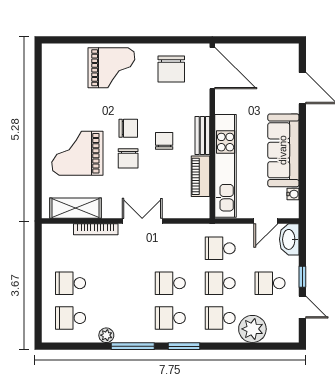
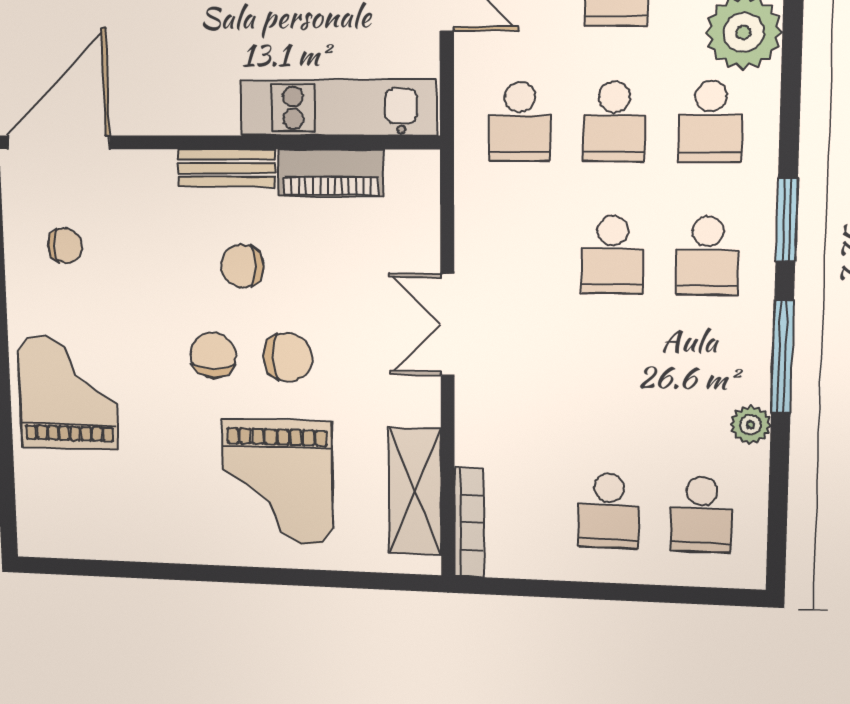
chair: (171, 69) -> (65, 246), width x0.54, depth x0.54
kitchen unit: (226, 166) -> (338, 108), width x0.73
bookcase: (96, 229) -> (469, 522), moved

